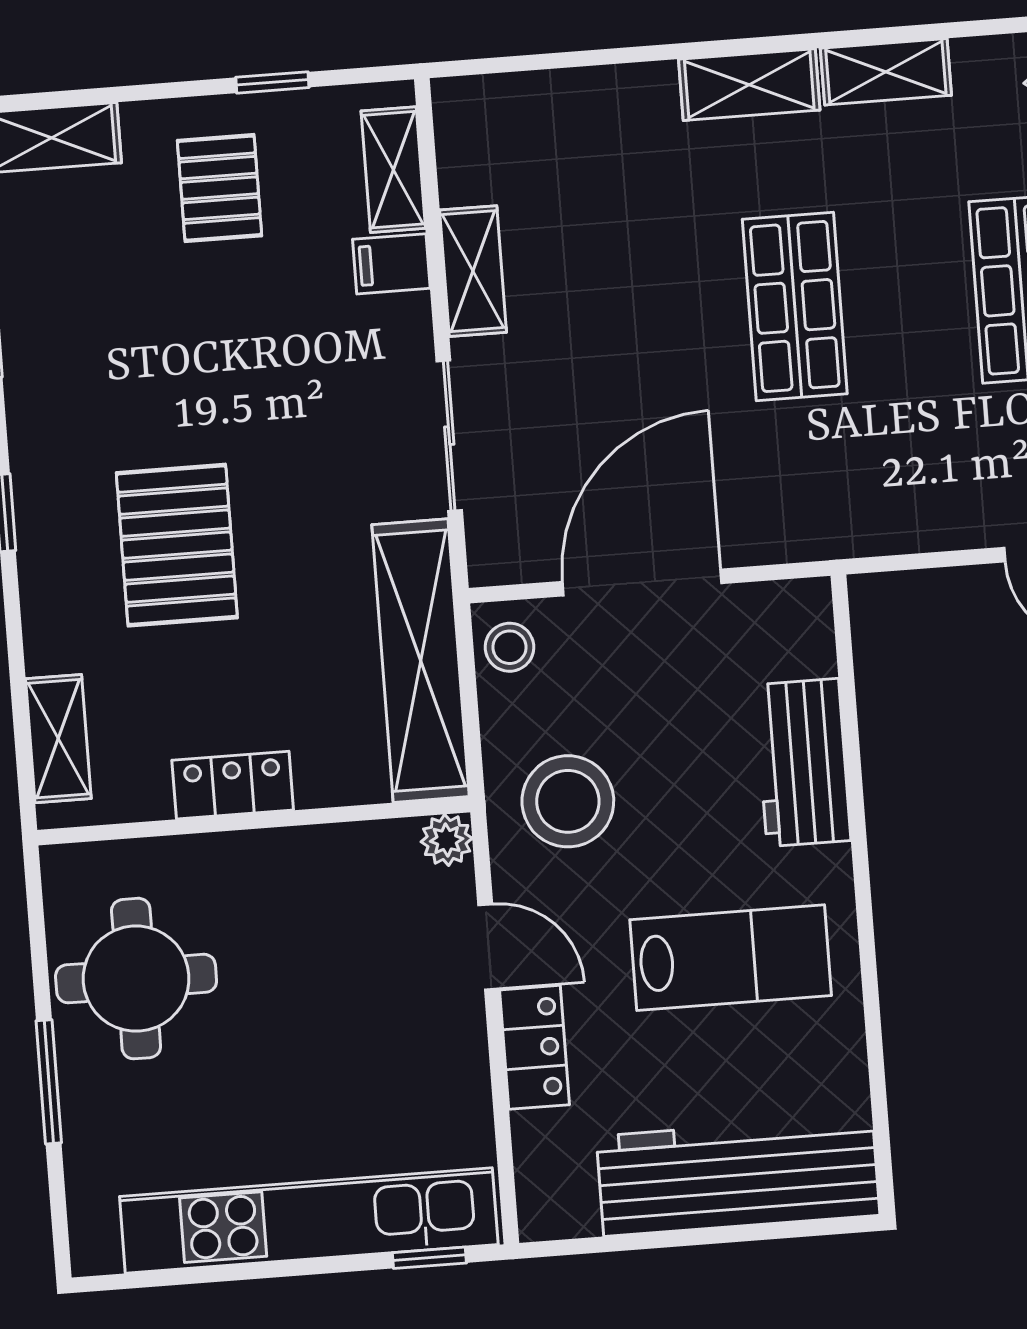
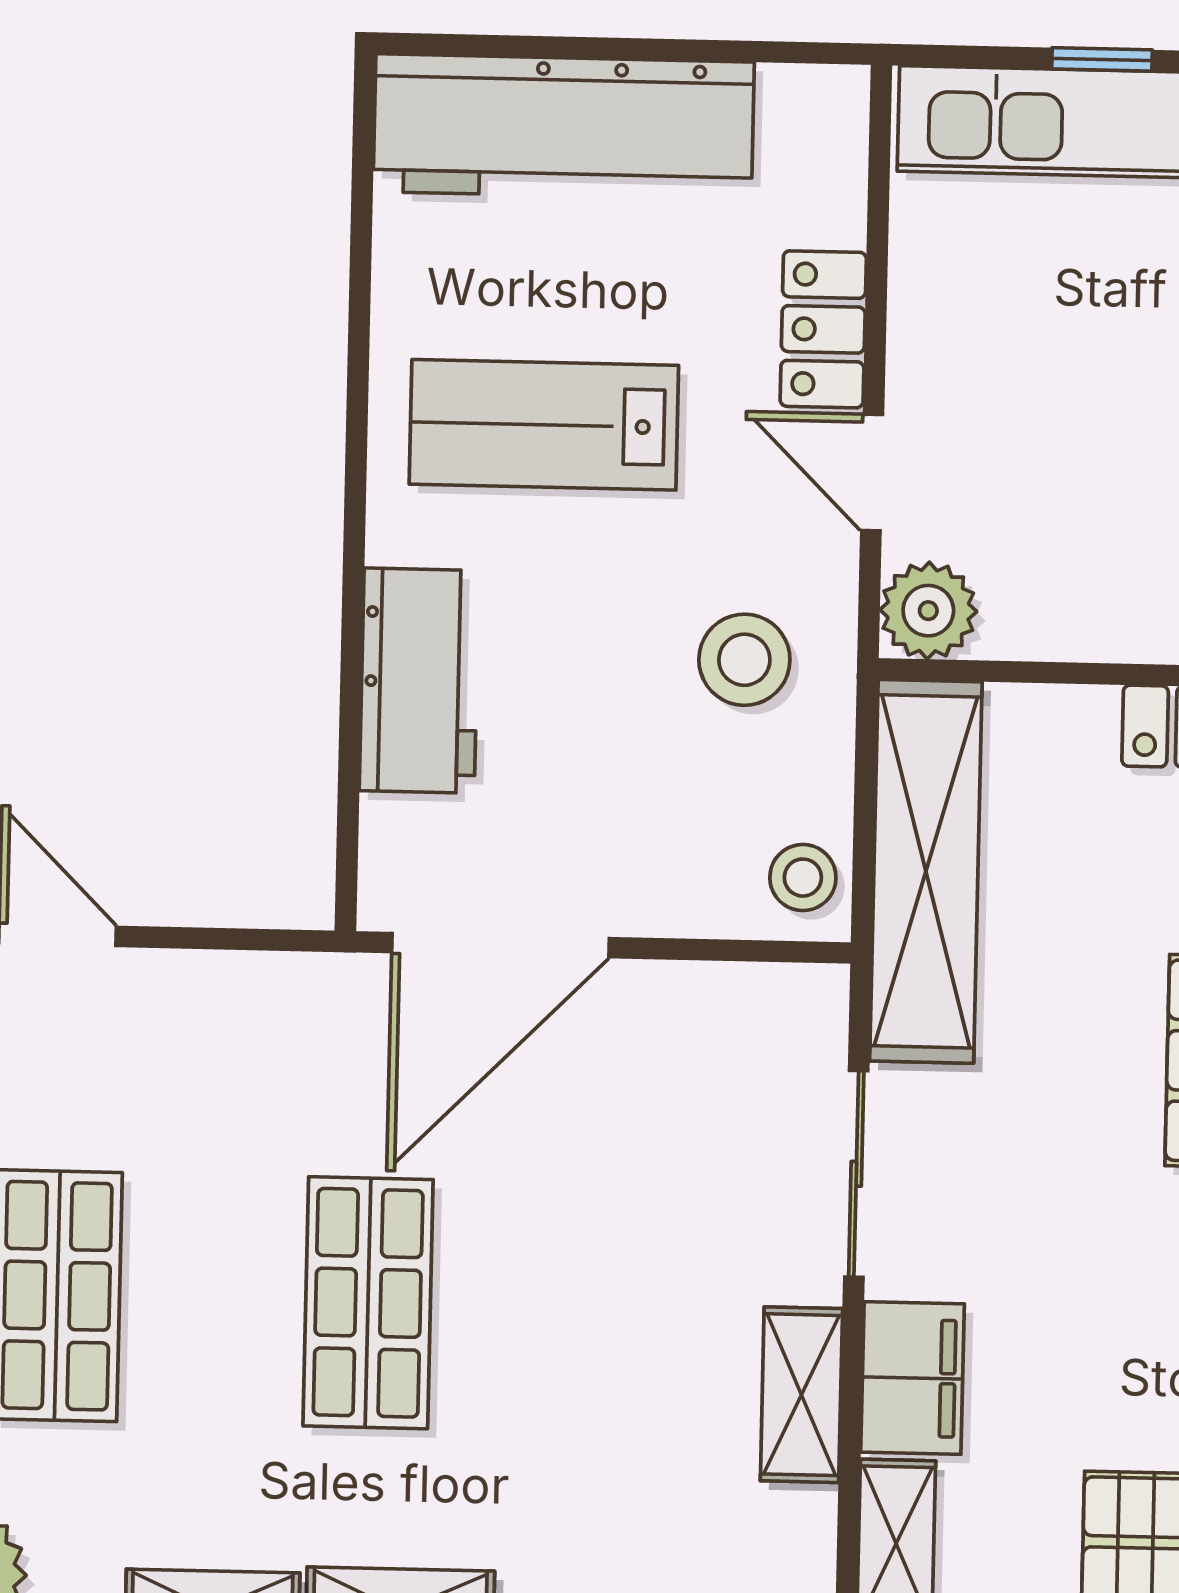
filing cabinet: (391, 264) -> (913, 1378), width x2.00
door: (642, 582) -> (501, 945), moved
stool: (568, 801) -> (744, 660), width x0.73, depth x0.73
plant: (447, 840) -> (928, 611), width x1.38, depth x1.38
window: (429, 1258) -> (1102, 59), moved

